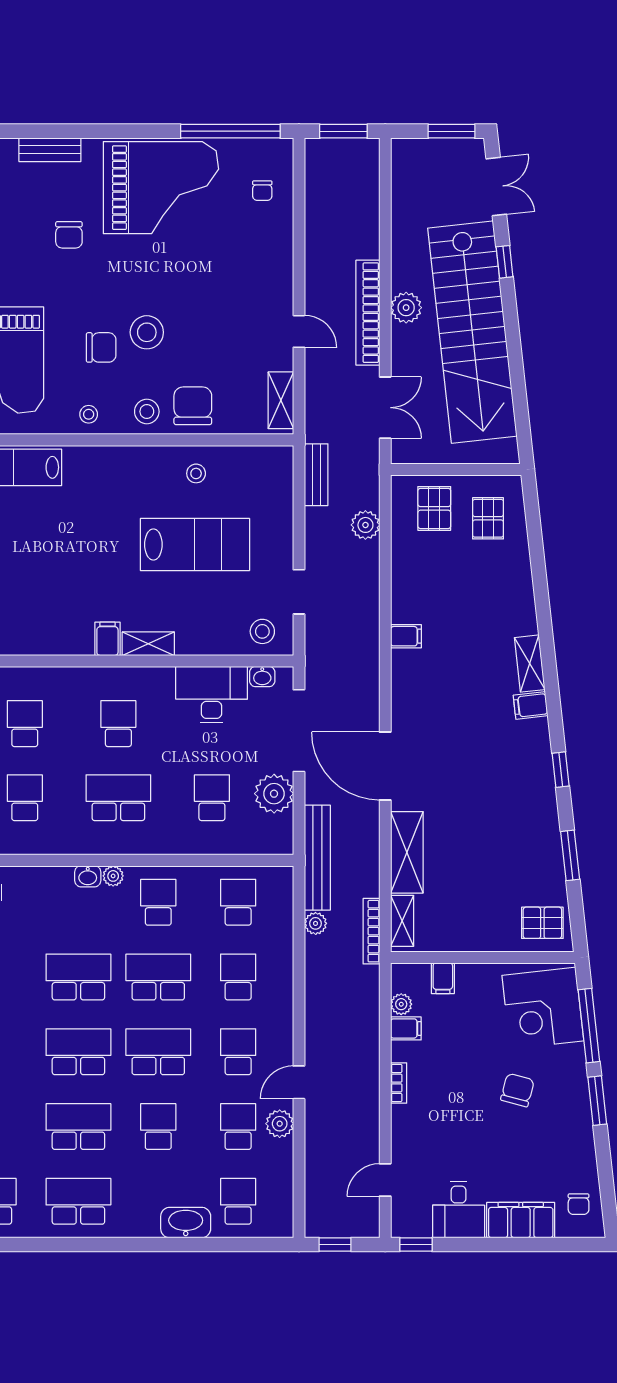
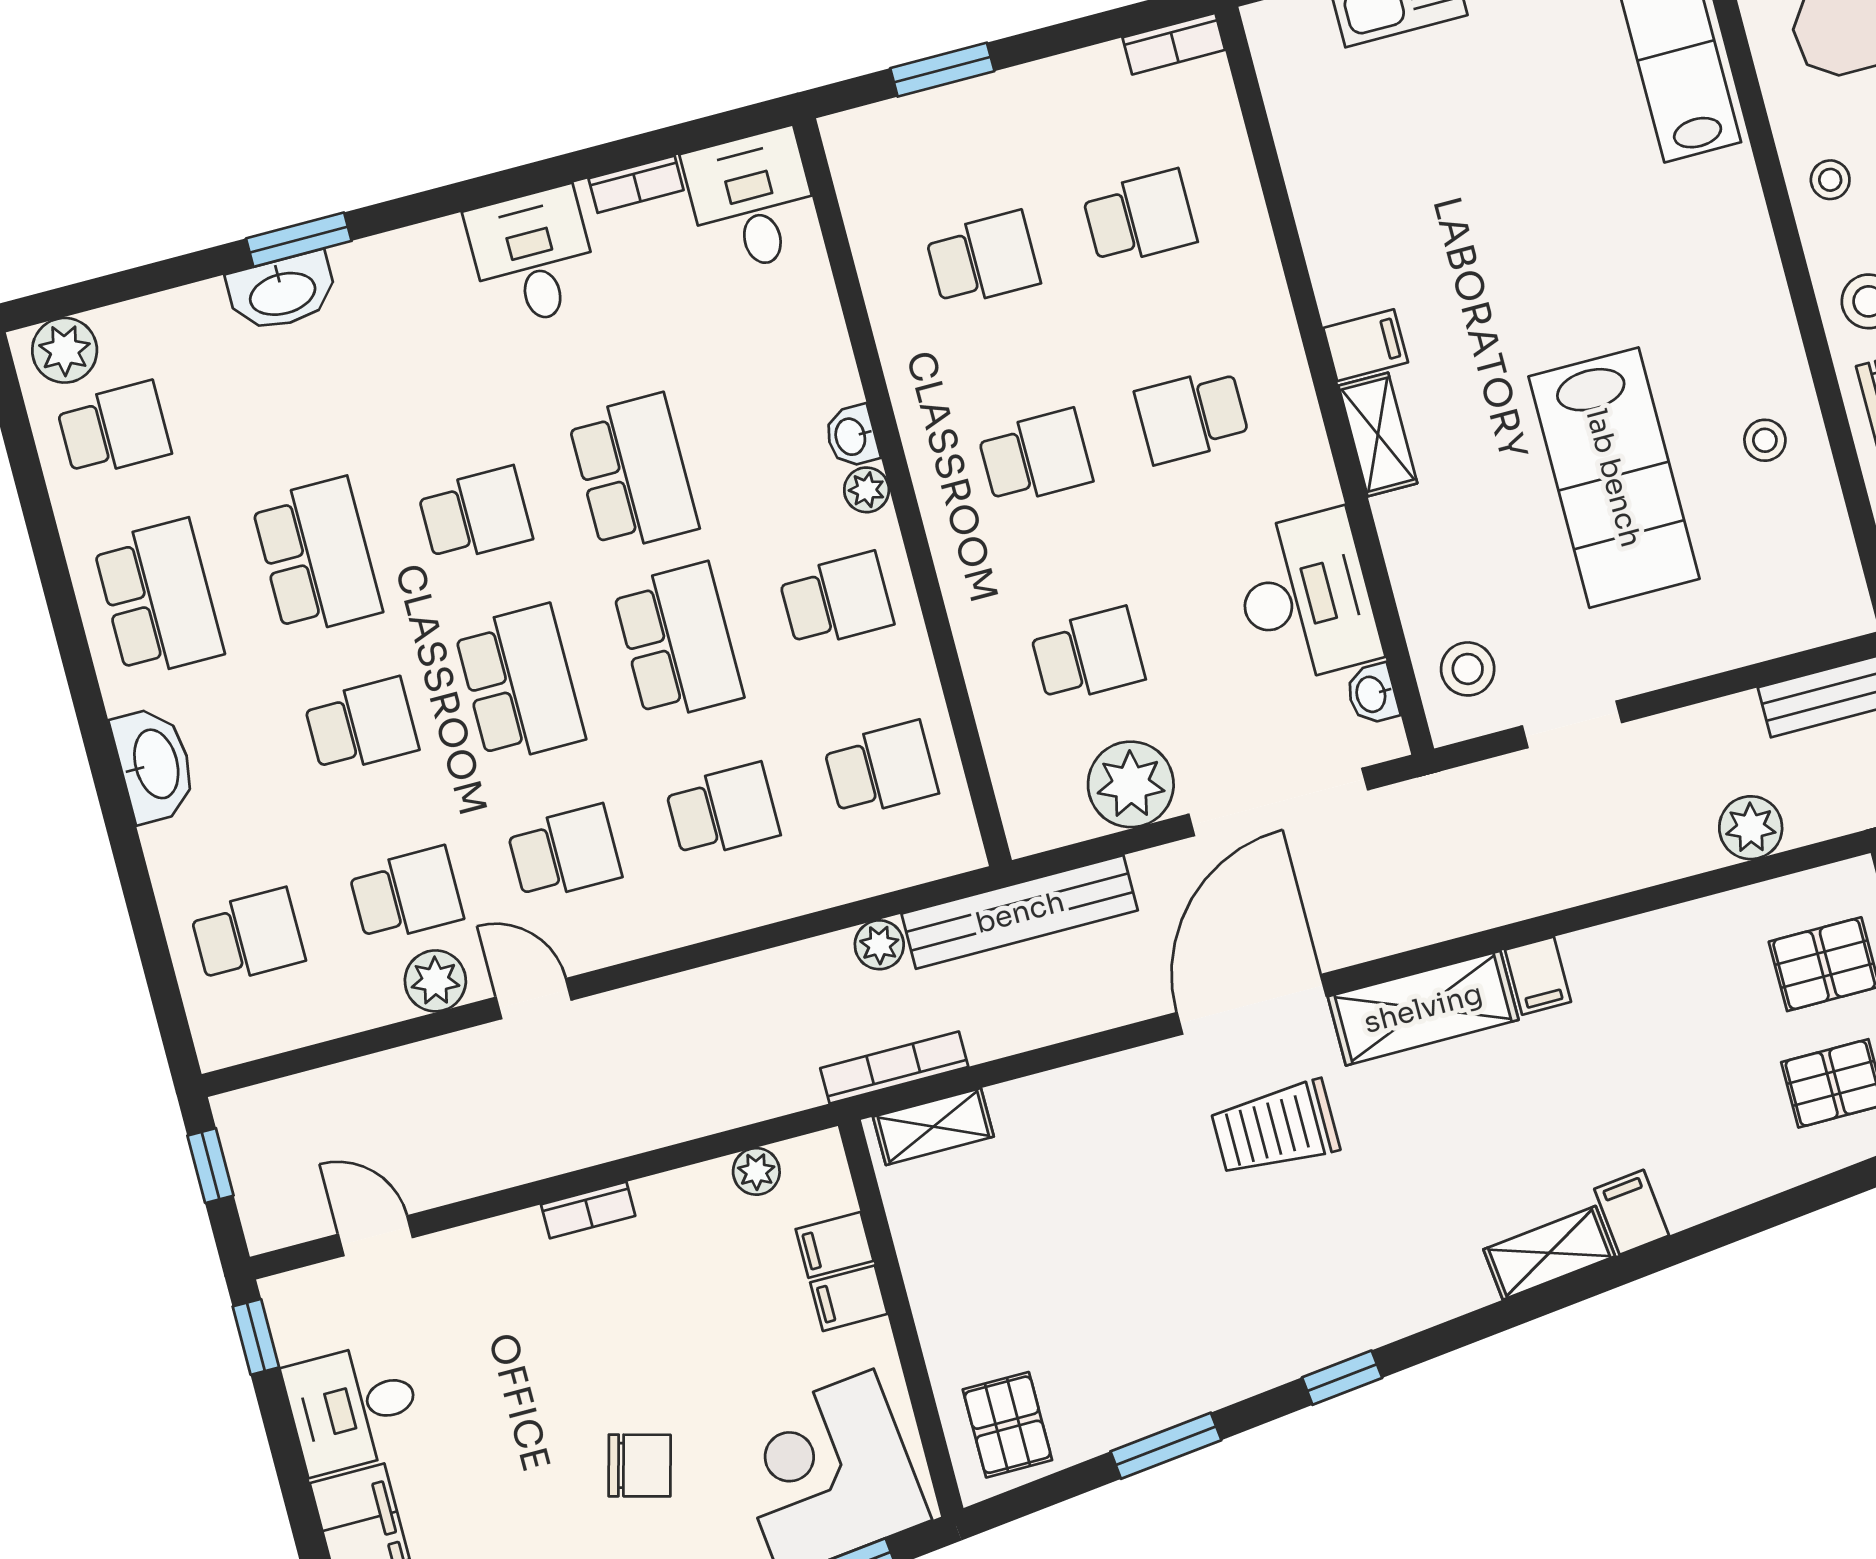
filing cabinet: (531, 705) -> (1632, 1212), moved
school desk: (118, 724) -> (1192, 416), turned 180
trolley: (443, 770) -> (1275, 1128), added
school desk: (118, 798) -> (1035, 457), width x0.54
shelving: (407, 852) -> (1423, 1008), moved
filing cabinet: (406, 1028) -> (849, 1298), moved, turned 90
school desk: (78, 1052) -> (475, 515), width x0.54
washbasin: (186, 1223) -> (154, 764), moved

